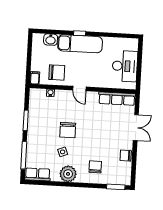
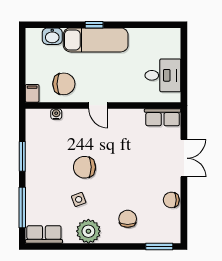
desk: (125, 66) -> (163, 75), width x0.73
row of seats: (117, 99) -> (163, 117), width x0.68
chair: (68, 130) -> (84, 167), turned 90

